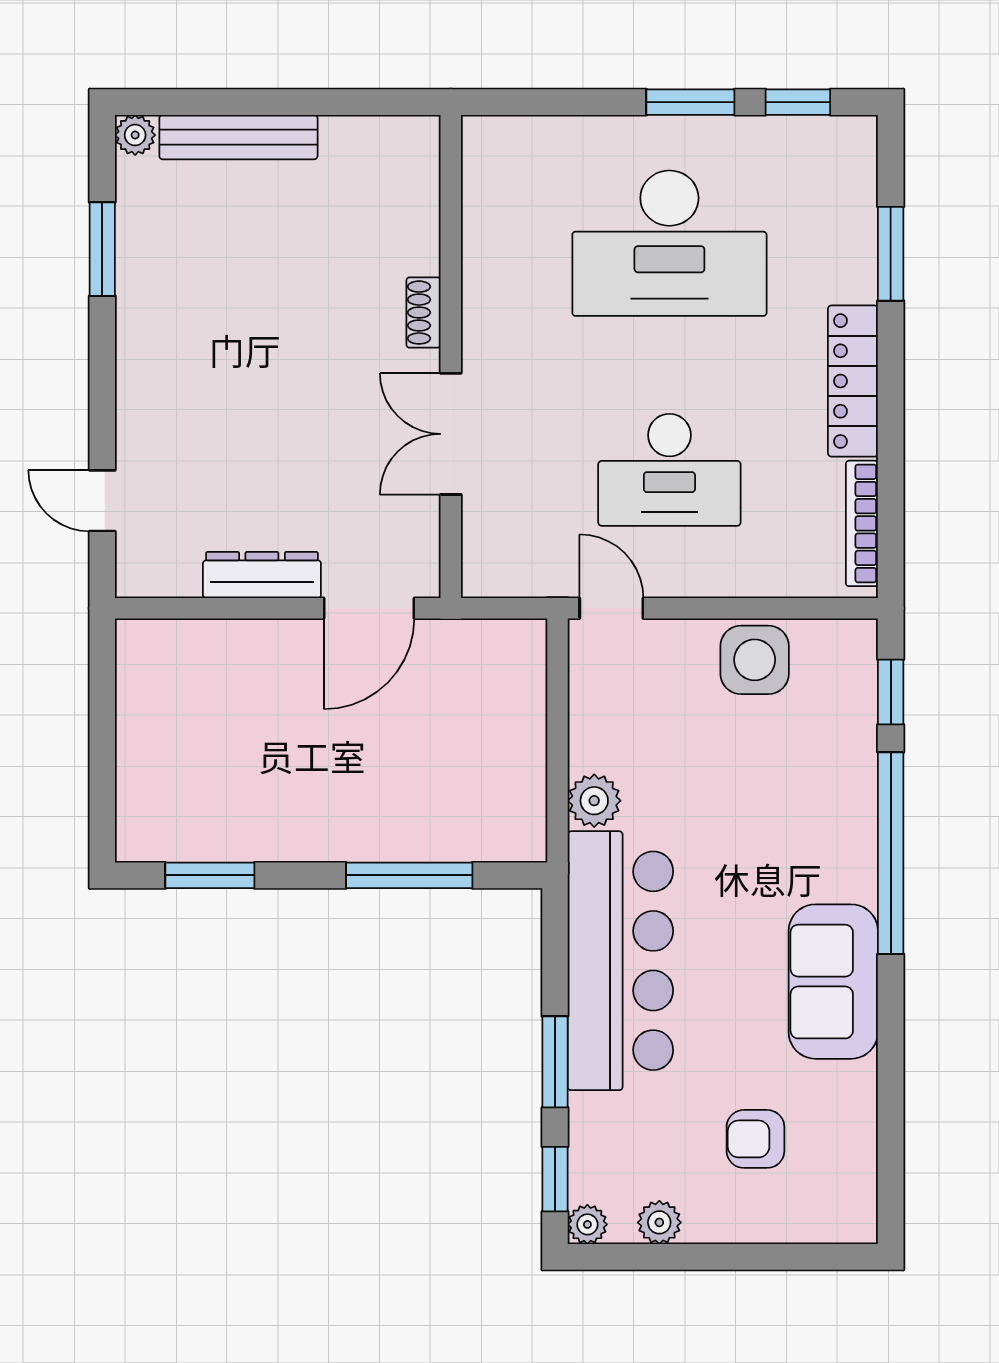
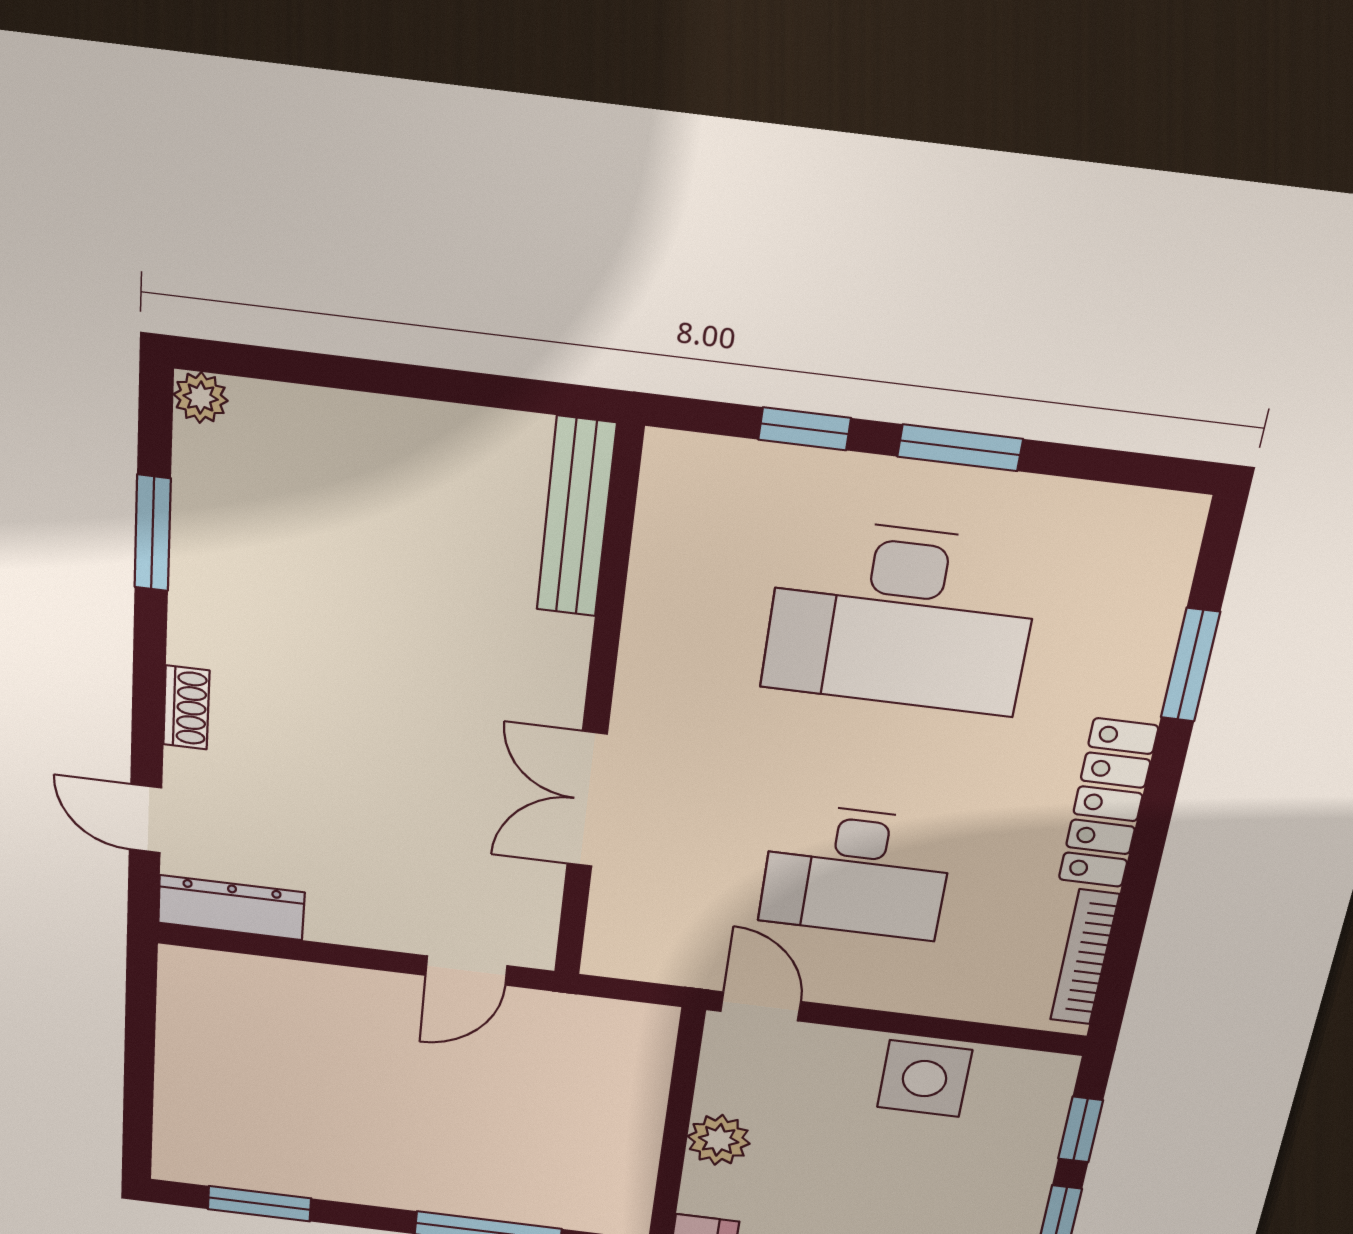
window: (798, 102) -> (805, 429), moved
bench: (238, 137) -> (576, 517), moved, turned 90
shoe rack: (423, 313) -> (186, 708), moved, turned 180
dresser: (262, 575) -> (231, 908), moved
door: (369, 608) -> (466, 971), width x0.73
plant: (594, 801) -> (719, 1140), moved

